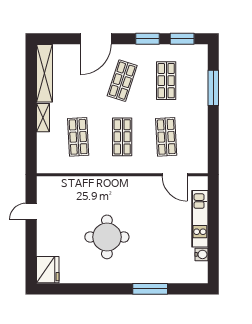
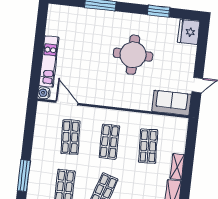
sofa: (58, 188) -> (172, 103), added
water cooler: (201, 254) -> (44, 93), moved
window: (84, 289) -> (159, 11), added

